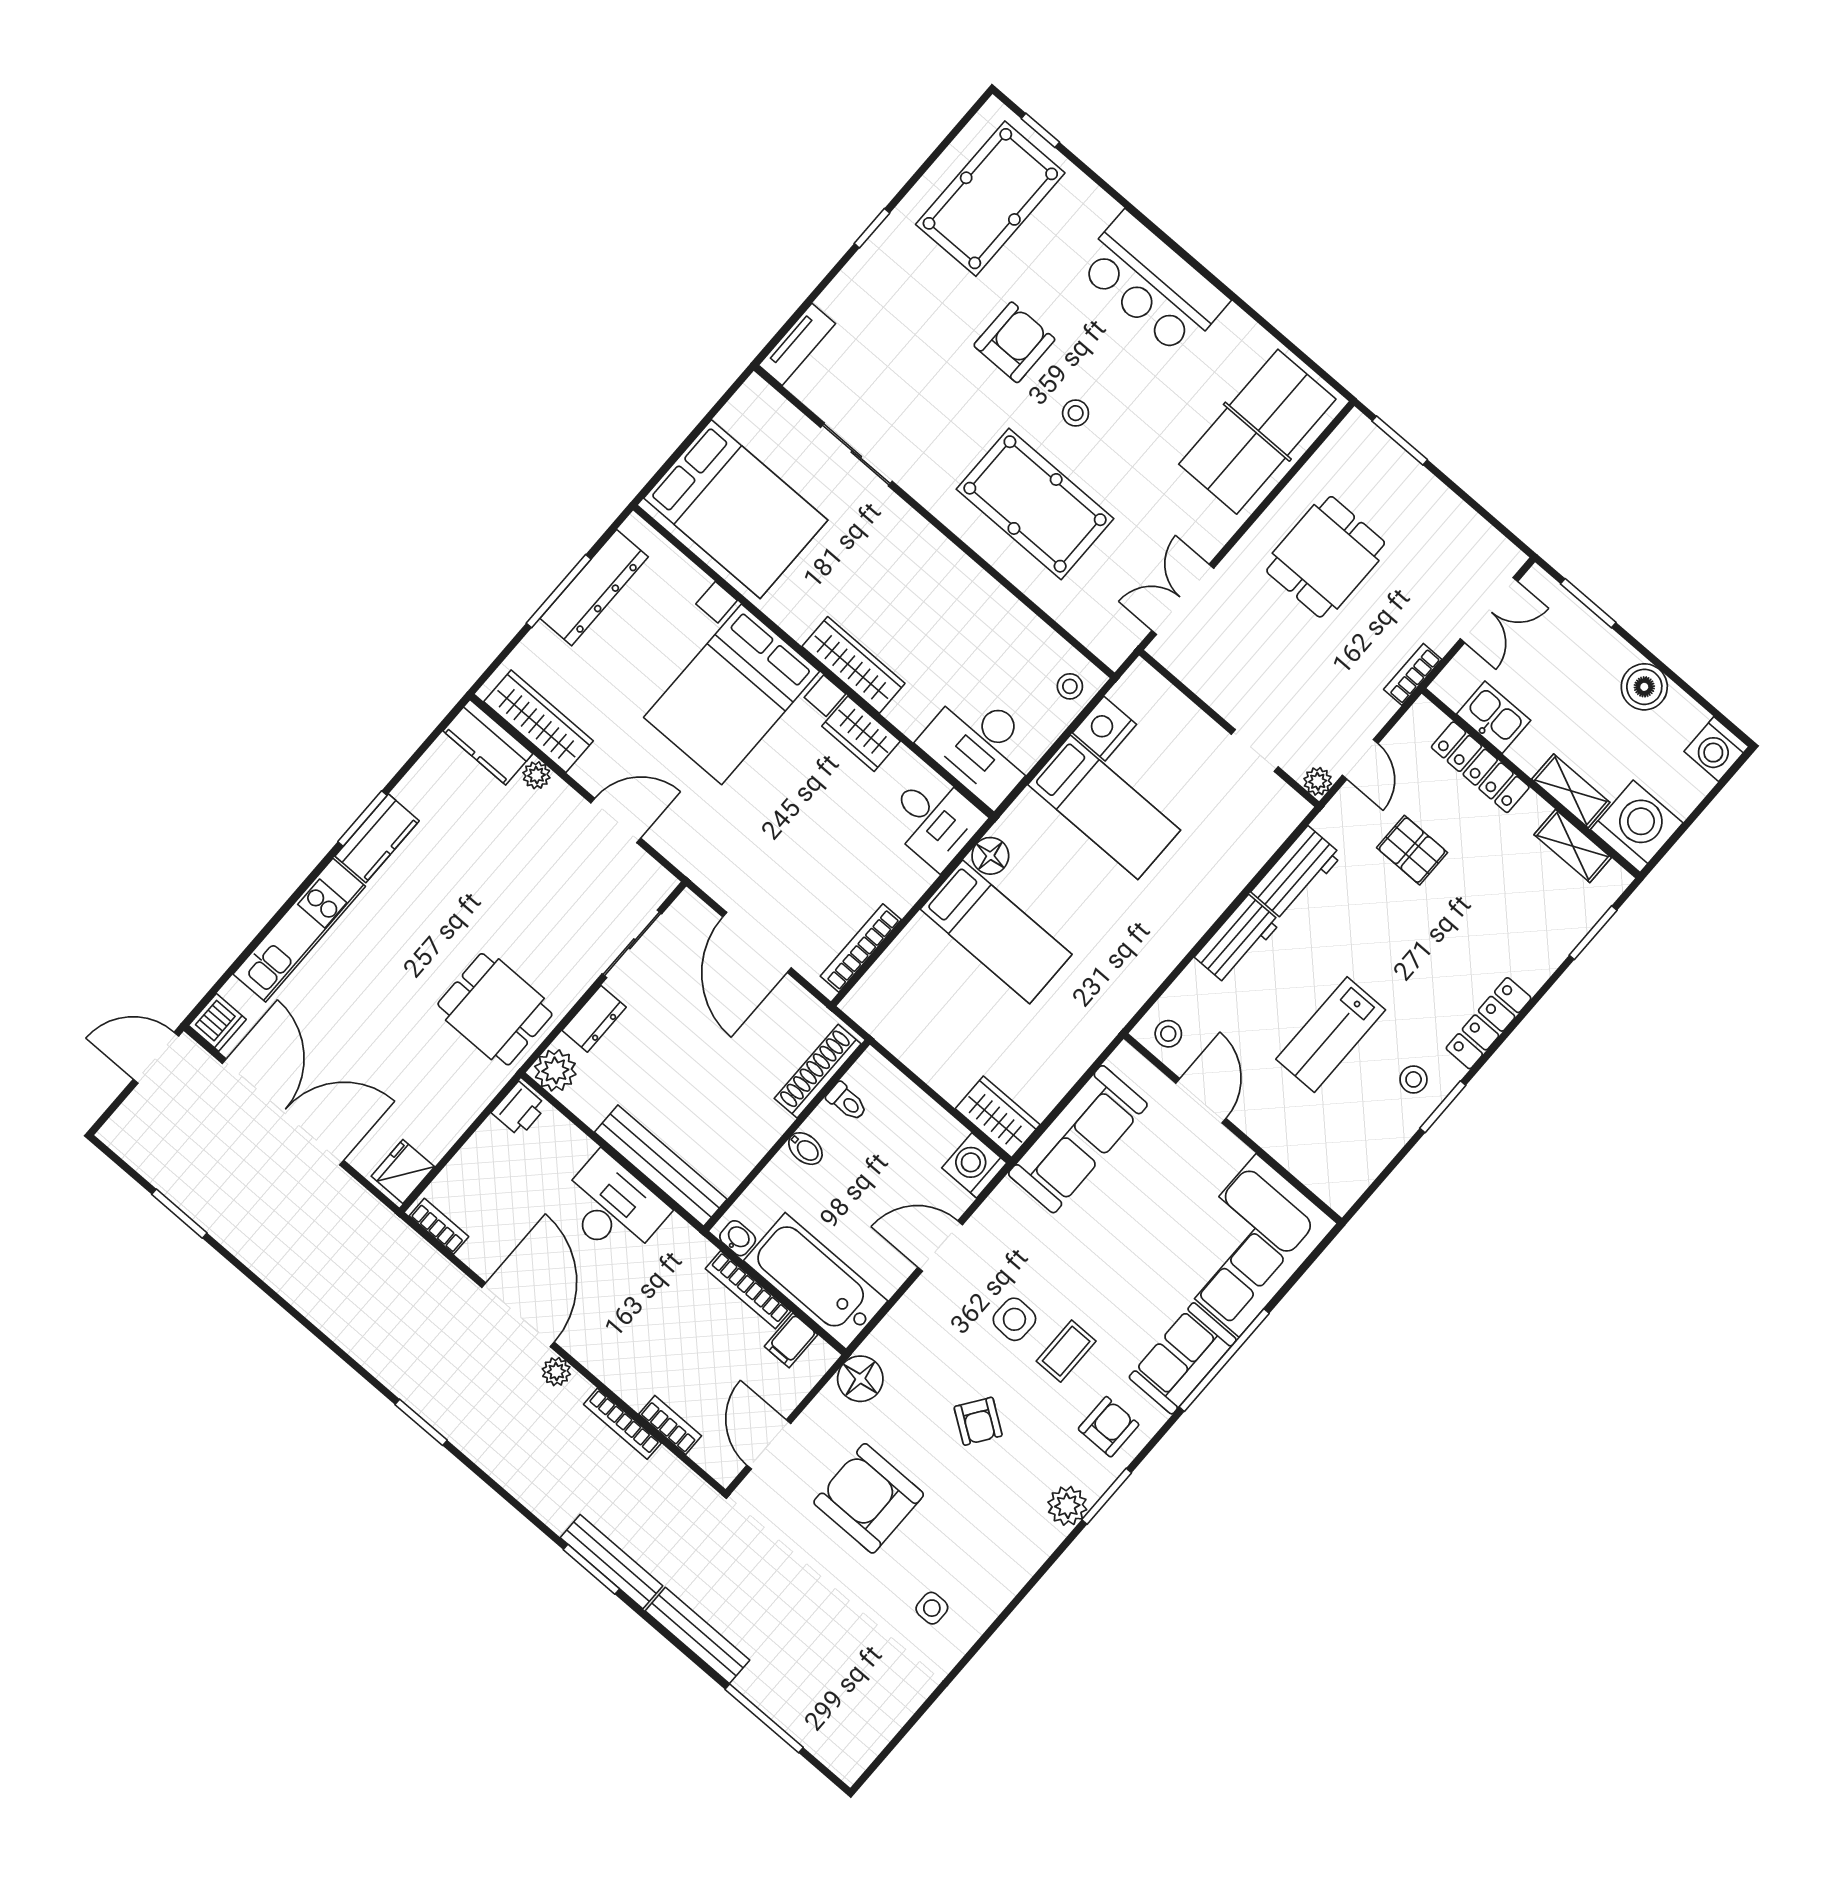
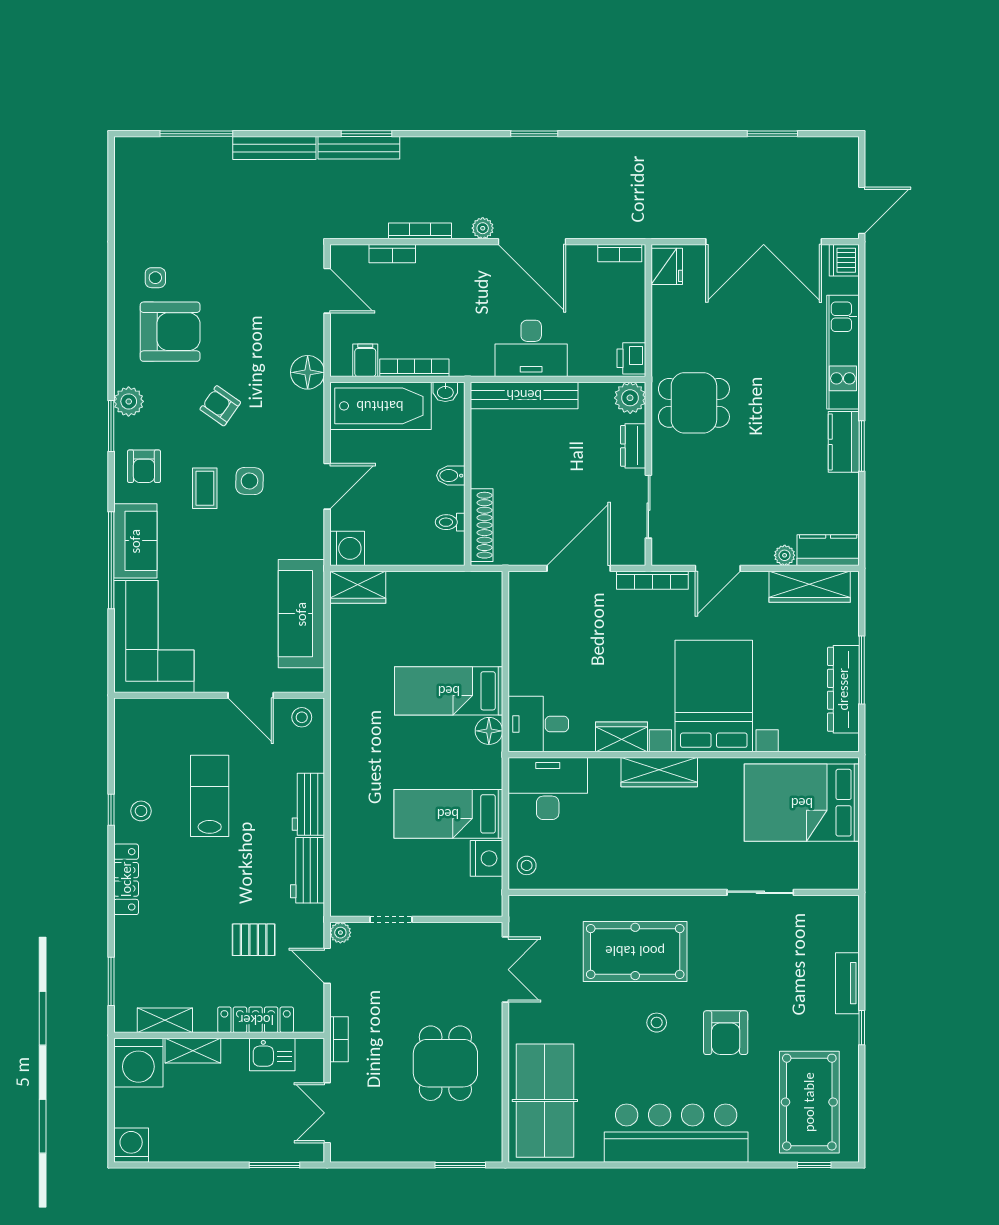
bar counter: (1153, 284) -> (676, 1133), width x1.36
tv unit: (797, 344) -> (847, 983), moved
boiler: (1644, 687) -> (202, 1145), removed
door: (757, 942) -> (579, 568), hinge flipped
bookcase: (861, 948) -> (652, 580), moved, turned 90
window: (1443, 1107) -> (111, 810), width x0.67
armchair: (869, 1498) -> (170, 332), moved

